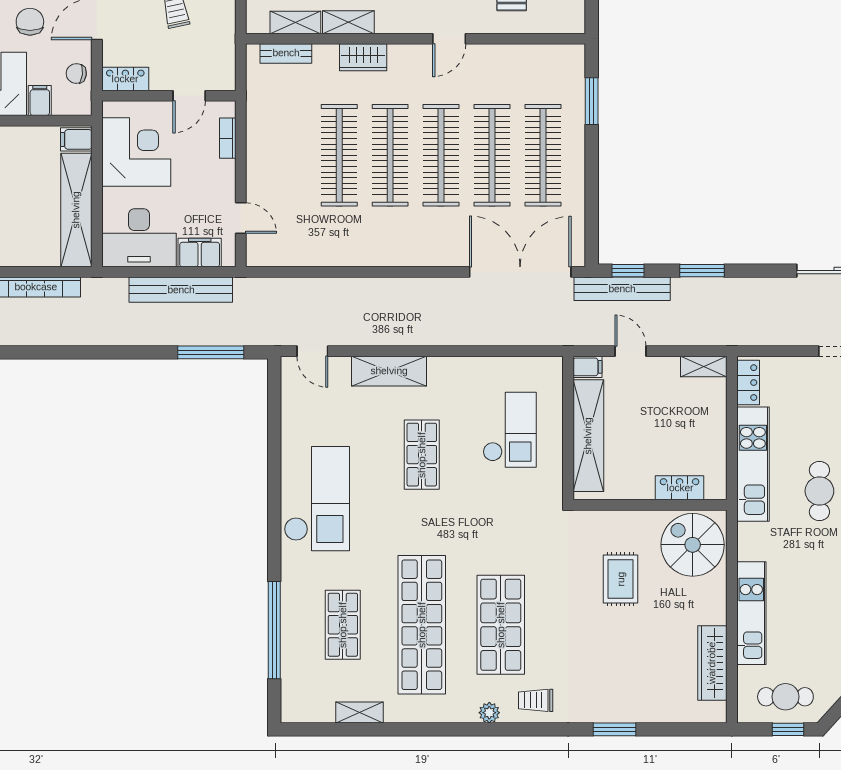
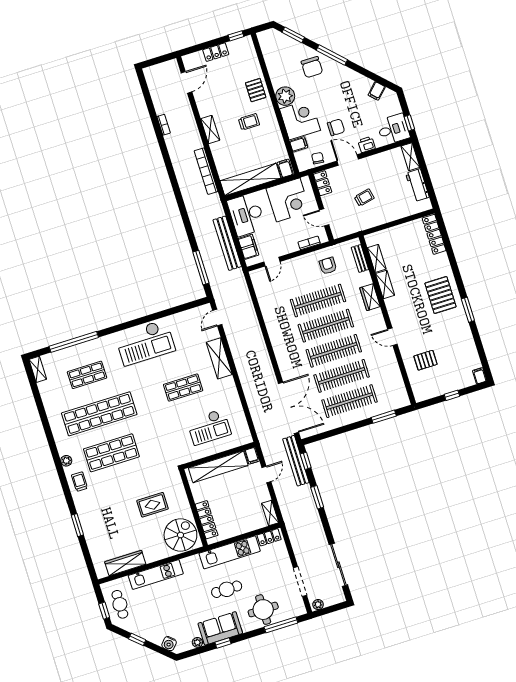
armchair: (281, 117) -> (328, 266), added
locker: (680, 488) -> (207, 520), width x1.53
shelving: (360, 713) -> (38, 369), moved

